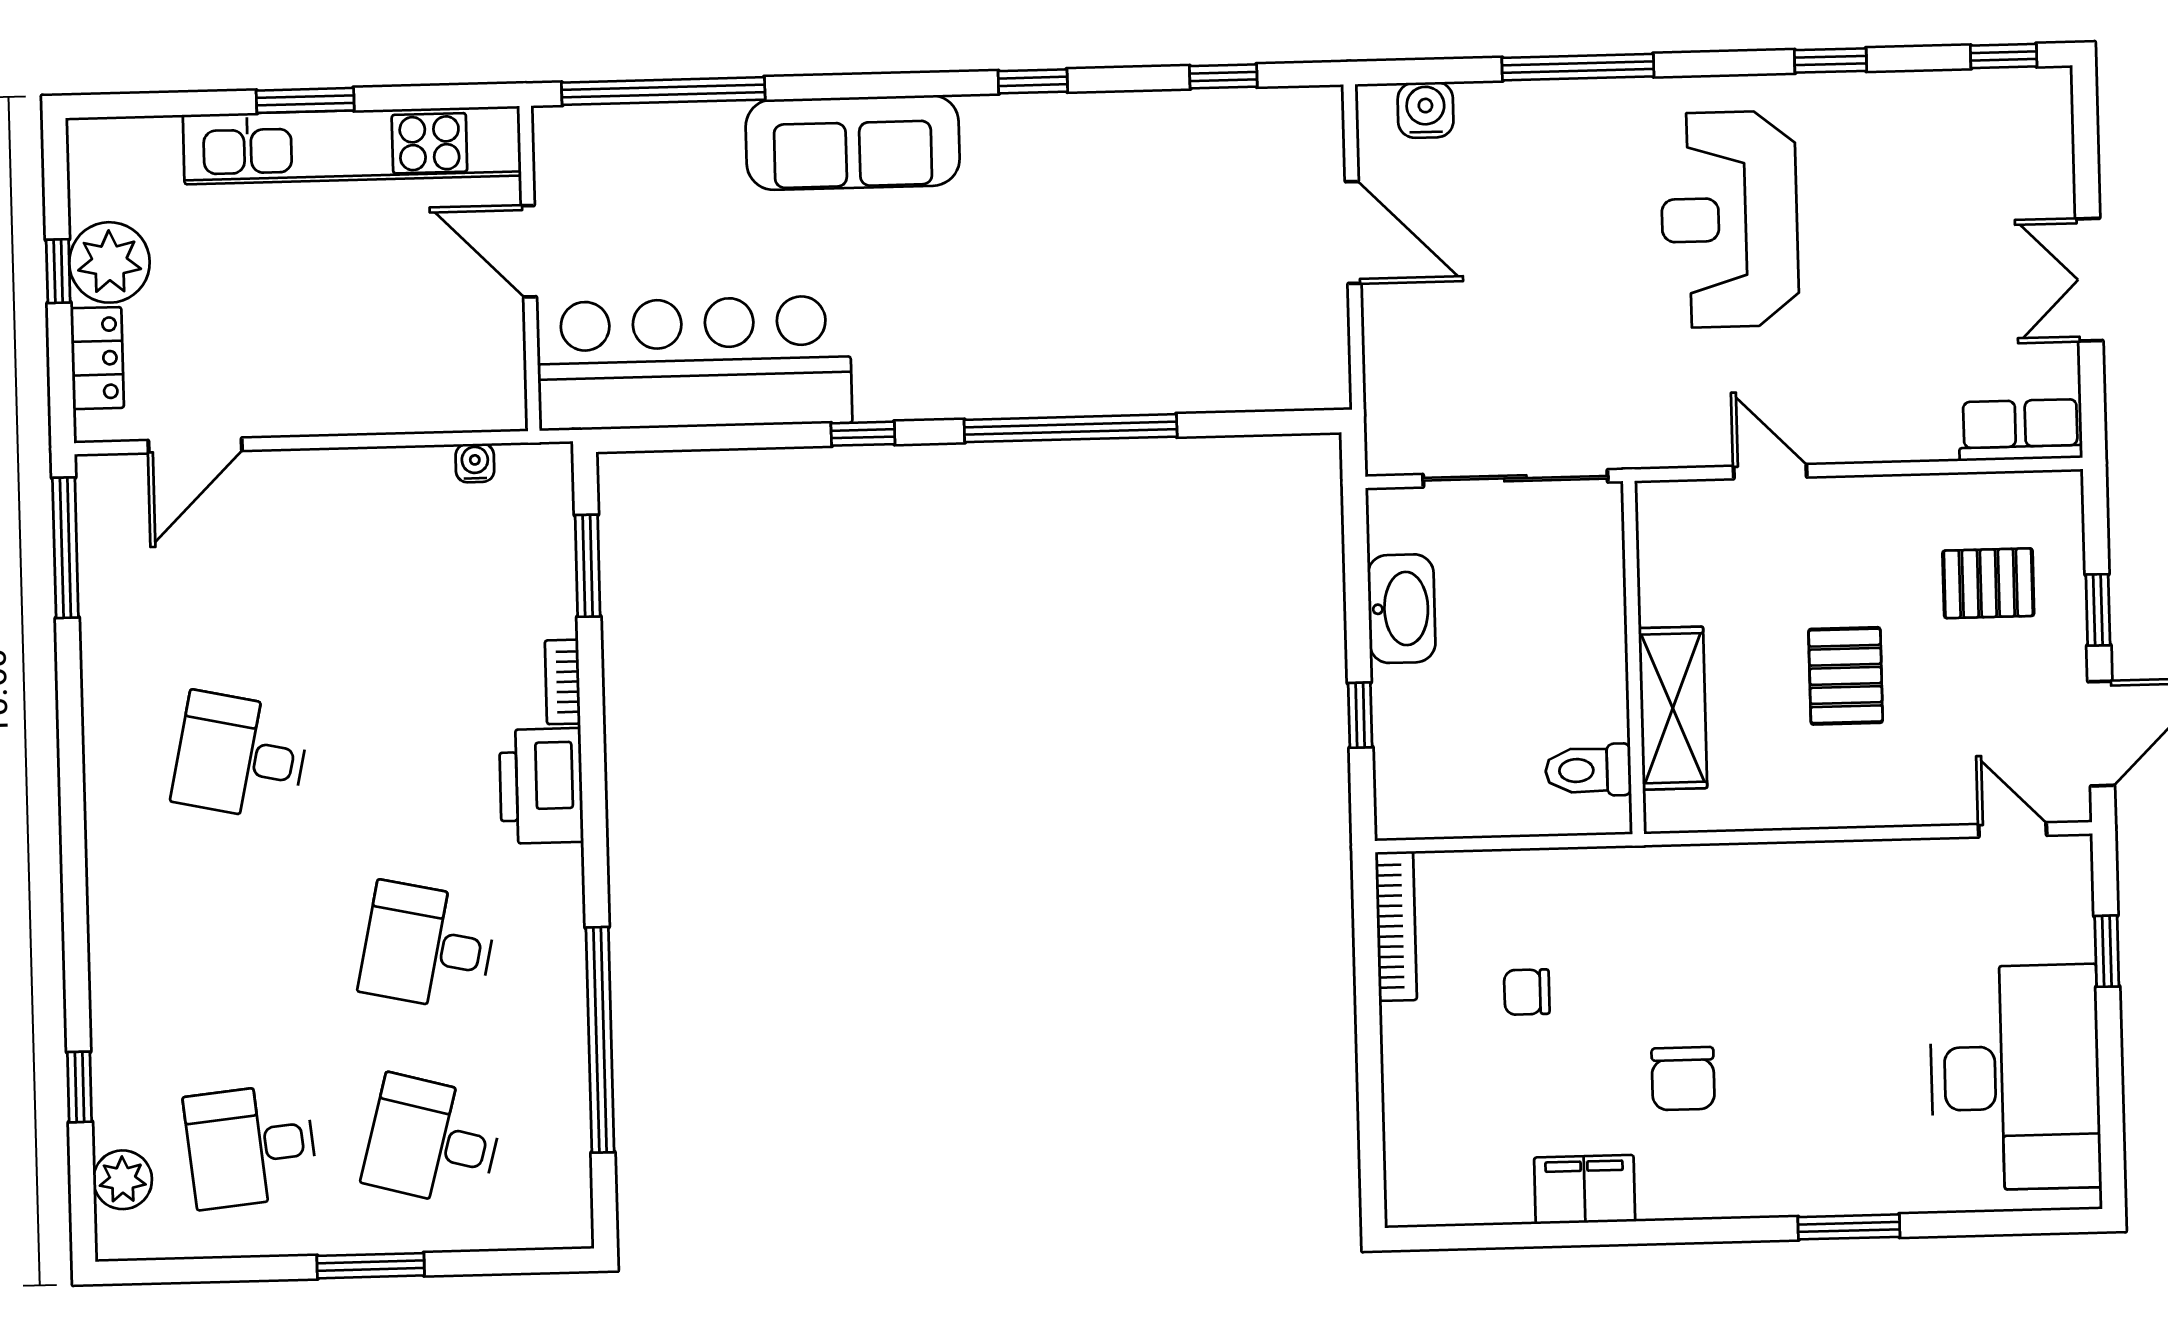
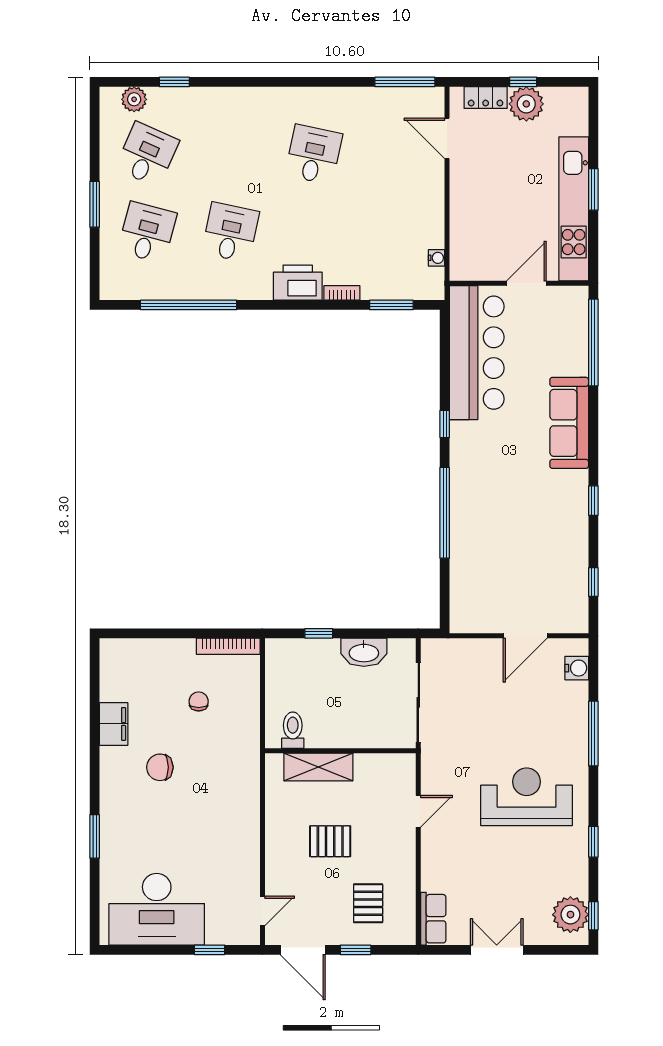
plant: (2002, 109) -> (570, 915), added
desk: (251, 1146) -> (147, 154), turned 30

